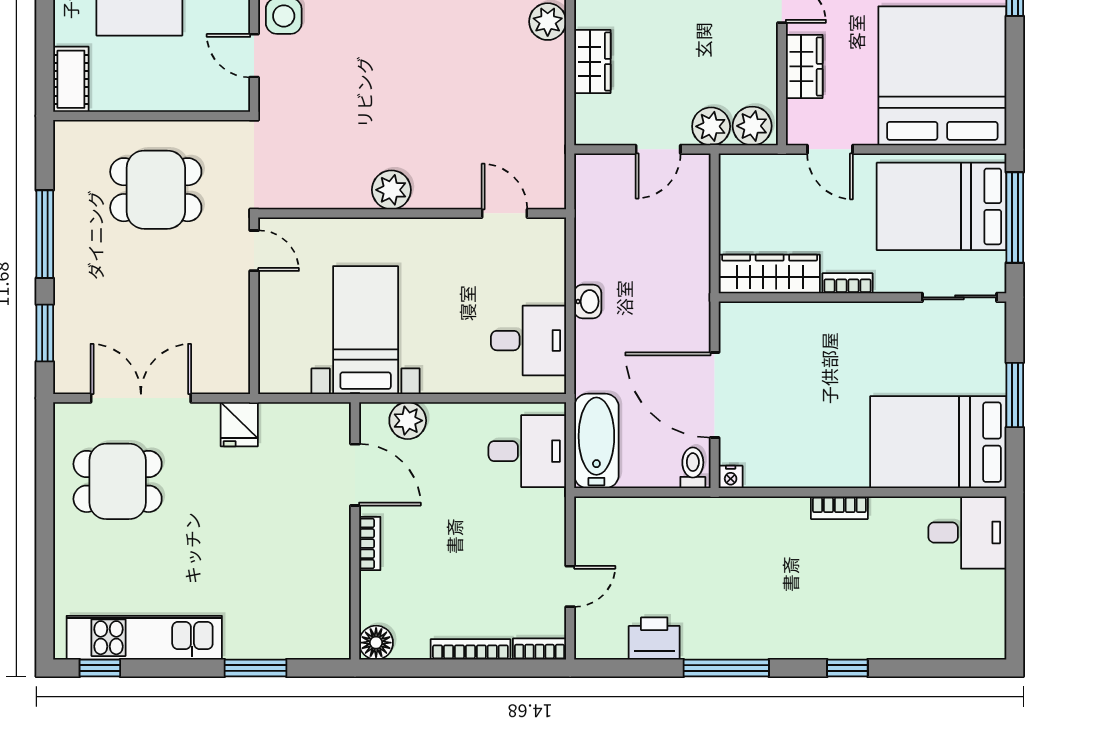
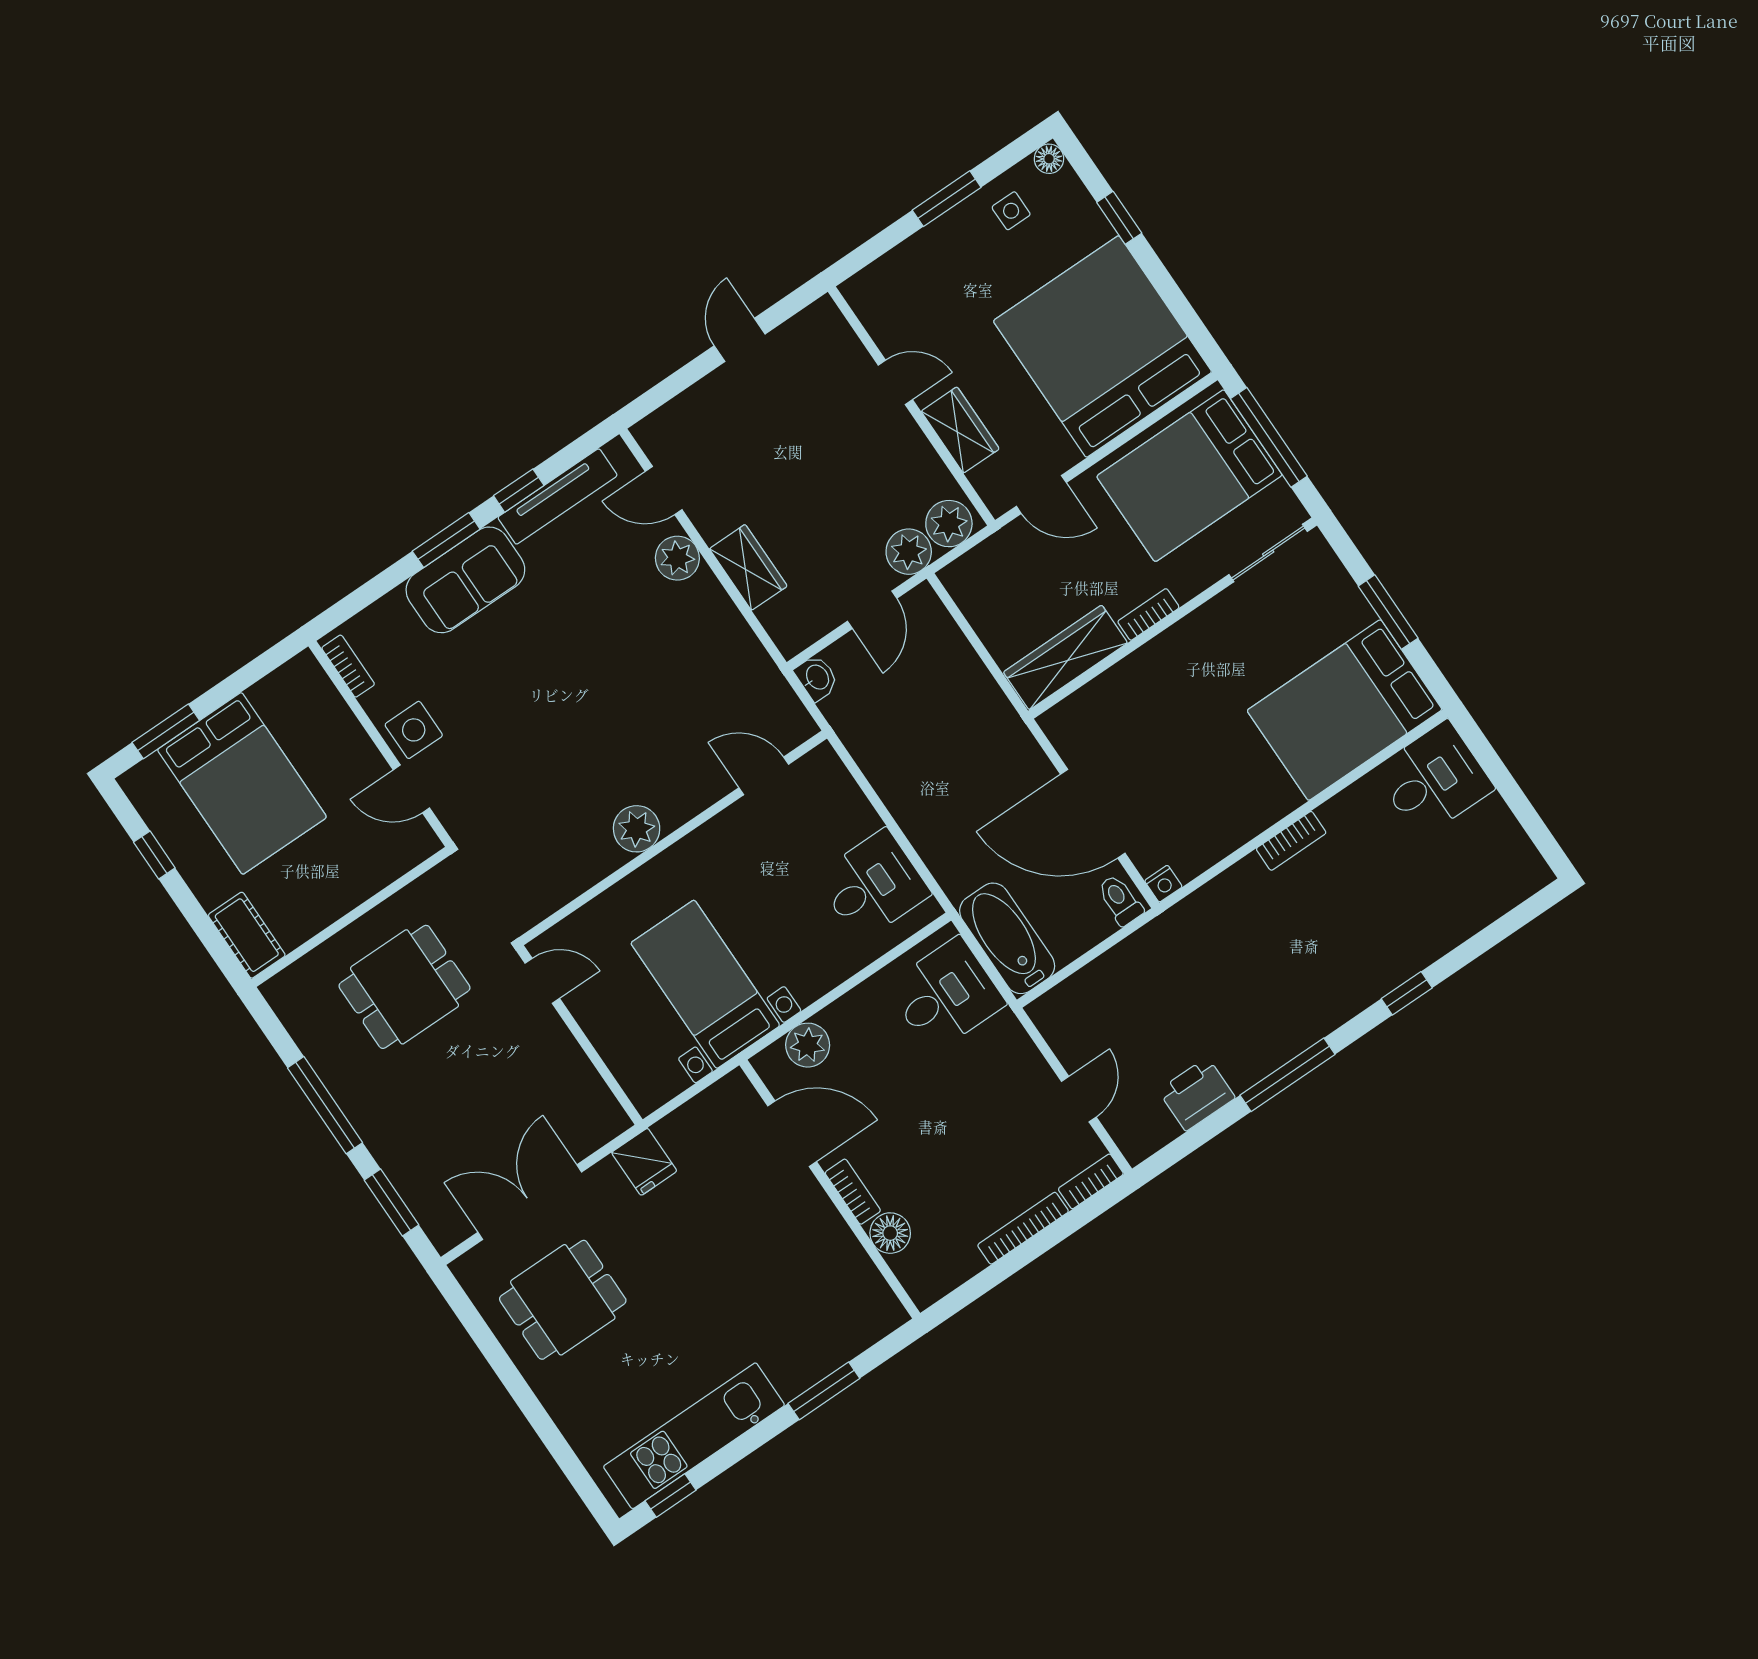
washbasin: (588, 301) -> (817, 678), moved
floor lamp: (376, 643) -> (890, 1233), moved

